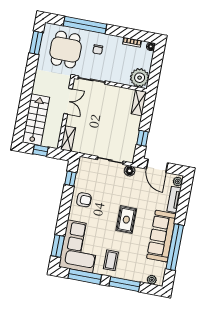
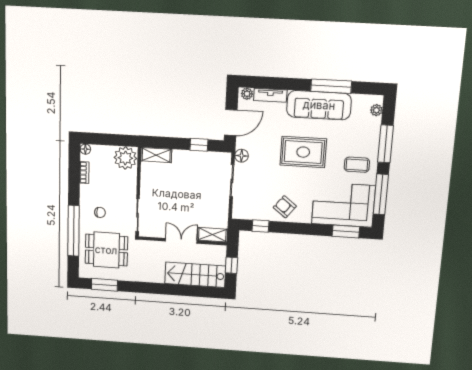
double door: (68, 101) -> (181, 241), moved
armchair: (84, 200) -> (285, 207), turned -52
rug: (126, 220) -> (303, 152), width x1.36, depth x1.43
window: (175, 247) -> (331, 86), width x0.68

